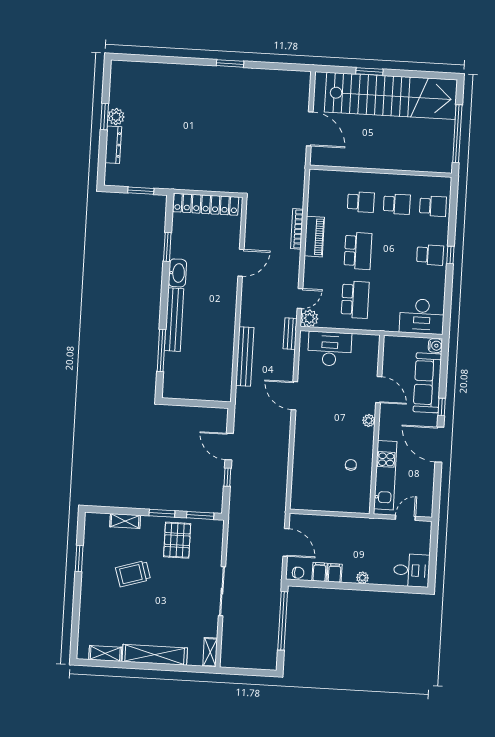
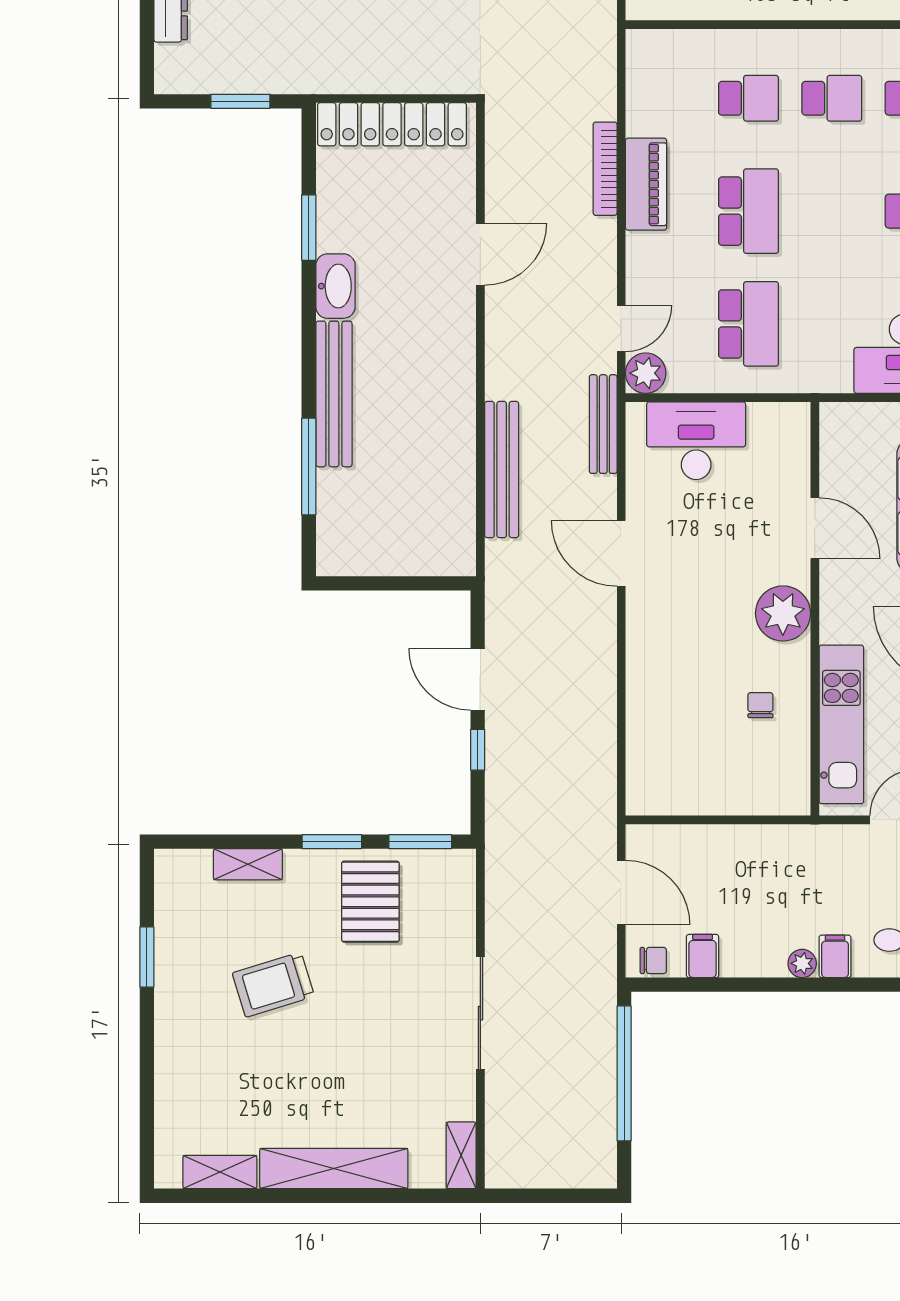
bench: (290, 334) -> (603, 424), width x1.36
plant: (369, 421) -> (783, 613), width x1.87, depth x1.87
filing cabinet: (335, 573) -> (835, 956), moved

